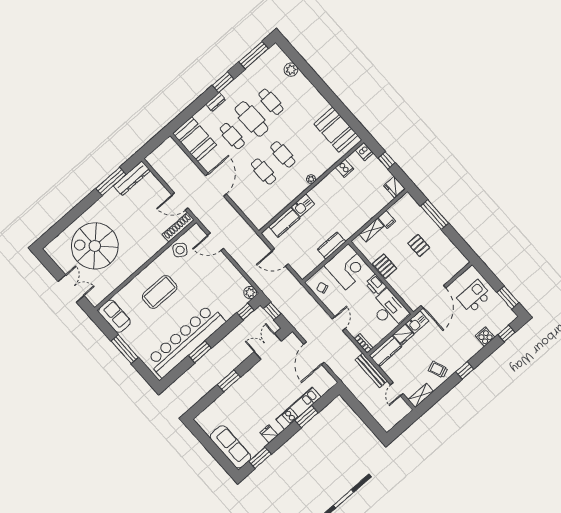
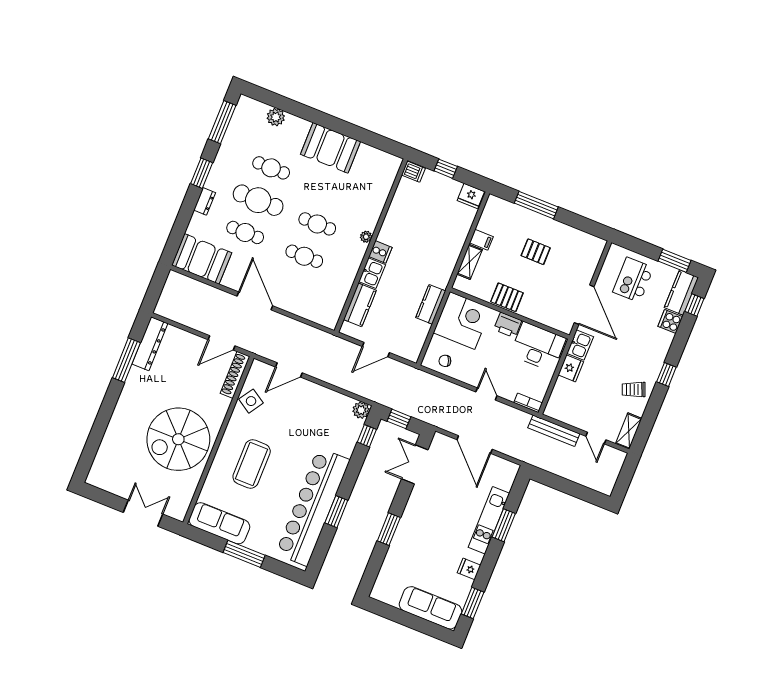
booth: (336, 130) -> (330, 148), moved
cooker: (345, 168) -> (380, 252), moved
spiral stairs: (95, 246) -> (178, 439), moved
sofa: (114, 316) -> (219, 523), width x1.36
kitchen counter: (385, 351) -> (681, 292), moved, turned 180

